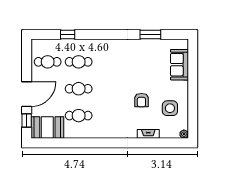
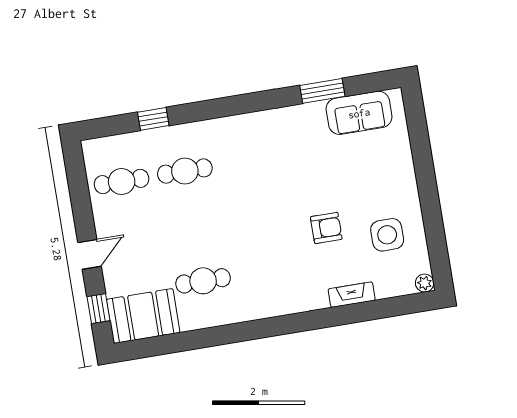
sofa: (179, 65) -> (359, 113), moved, turned -90
cafe table: (79, 89) -> (194, 226), removed
door: (27, 94) -> (90, 254), width x0.53
armchair: (141, 100) -> (326, 228), turned -90

